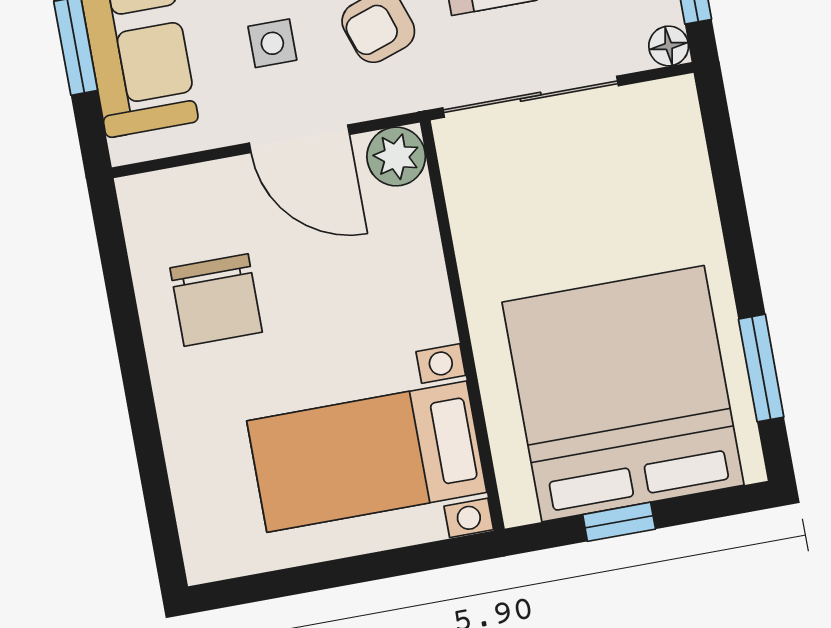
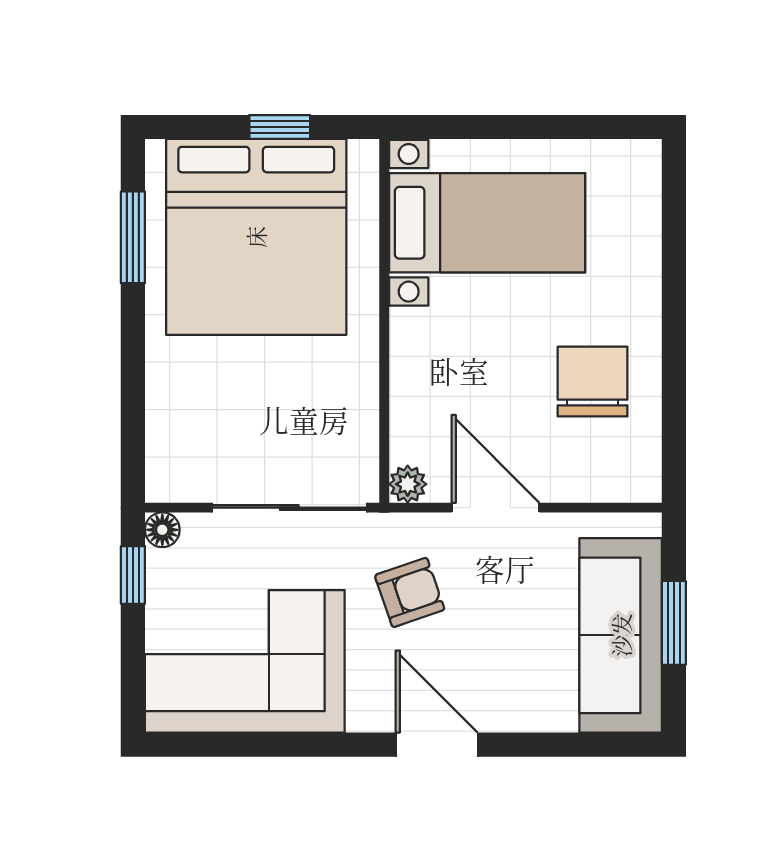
side table: (272, 43) -> (504, 594), removed
plant: (396, 157) -> (408, 484), width x0.73, depth x0.73

